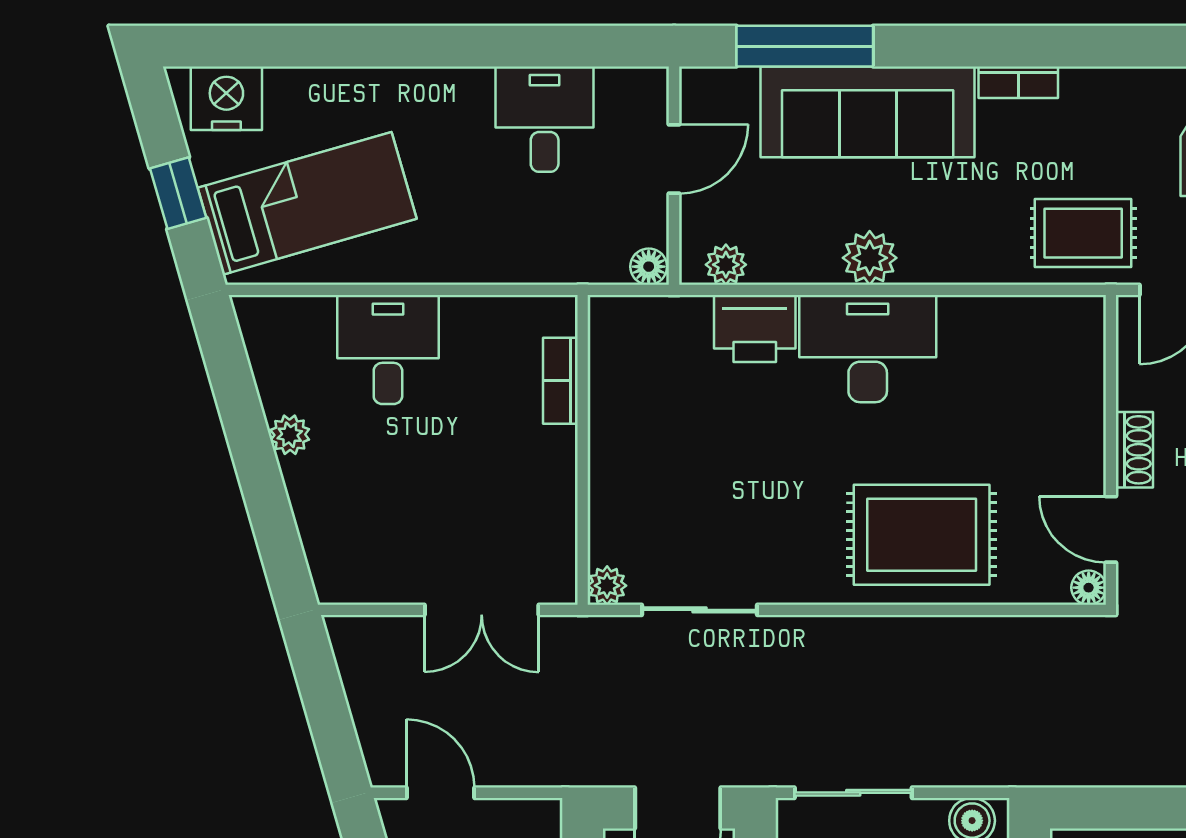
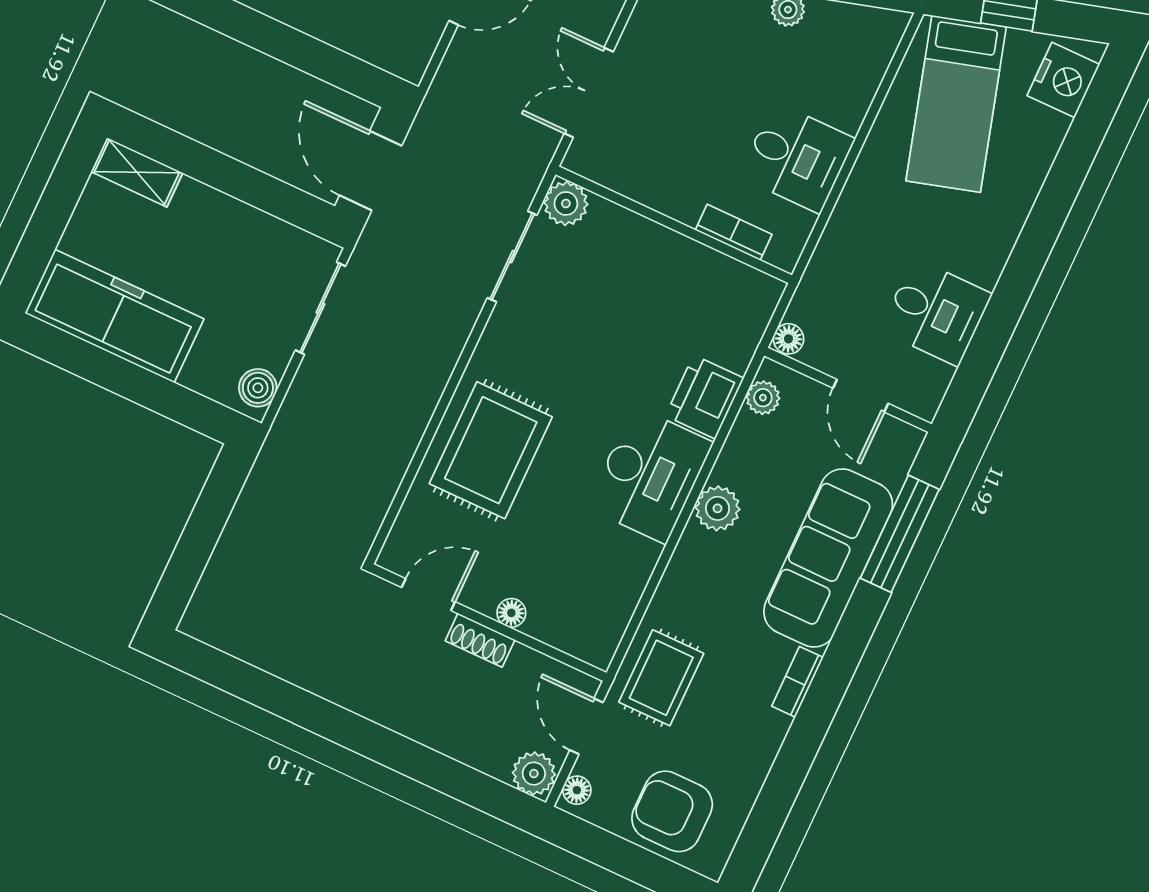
desk: (388, 350) -> (797, 158), moved
plant: (607, 586) -> (566, 203), width x1.38, depth x1.38
floor lamp: (1089, 588) -> (511, 613), moved

